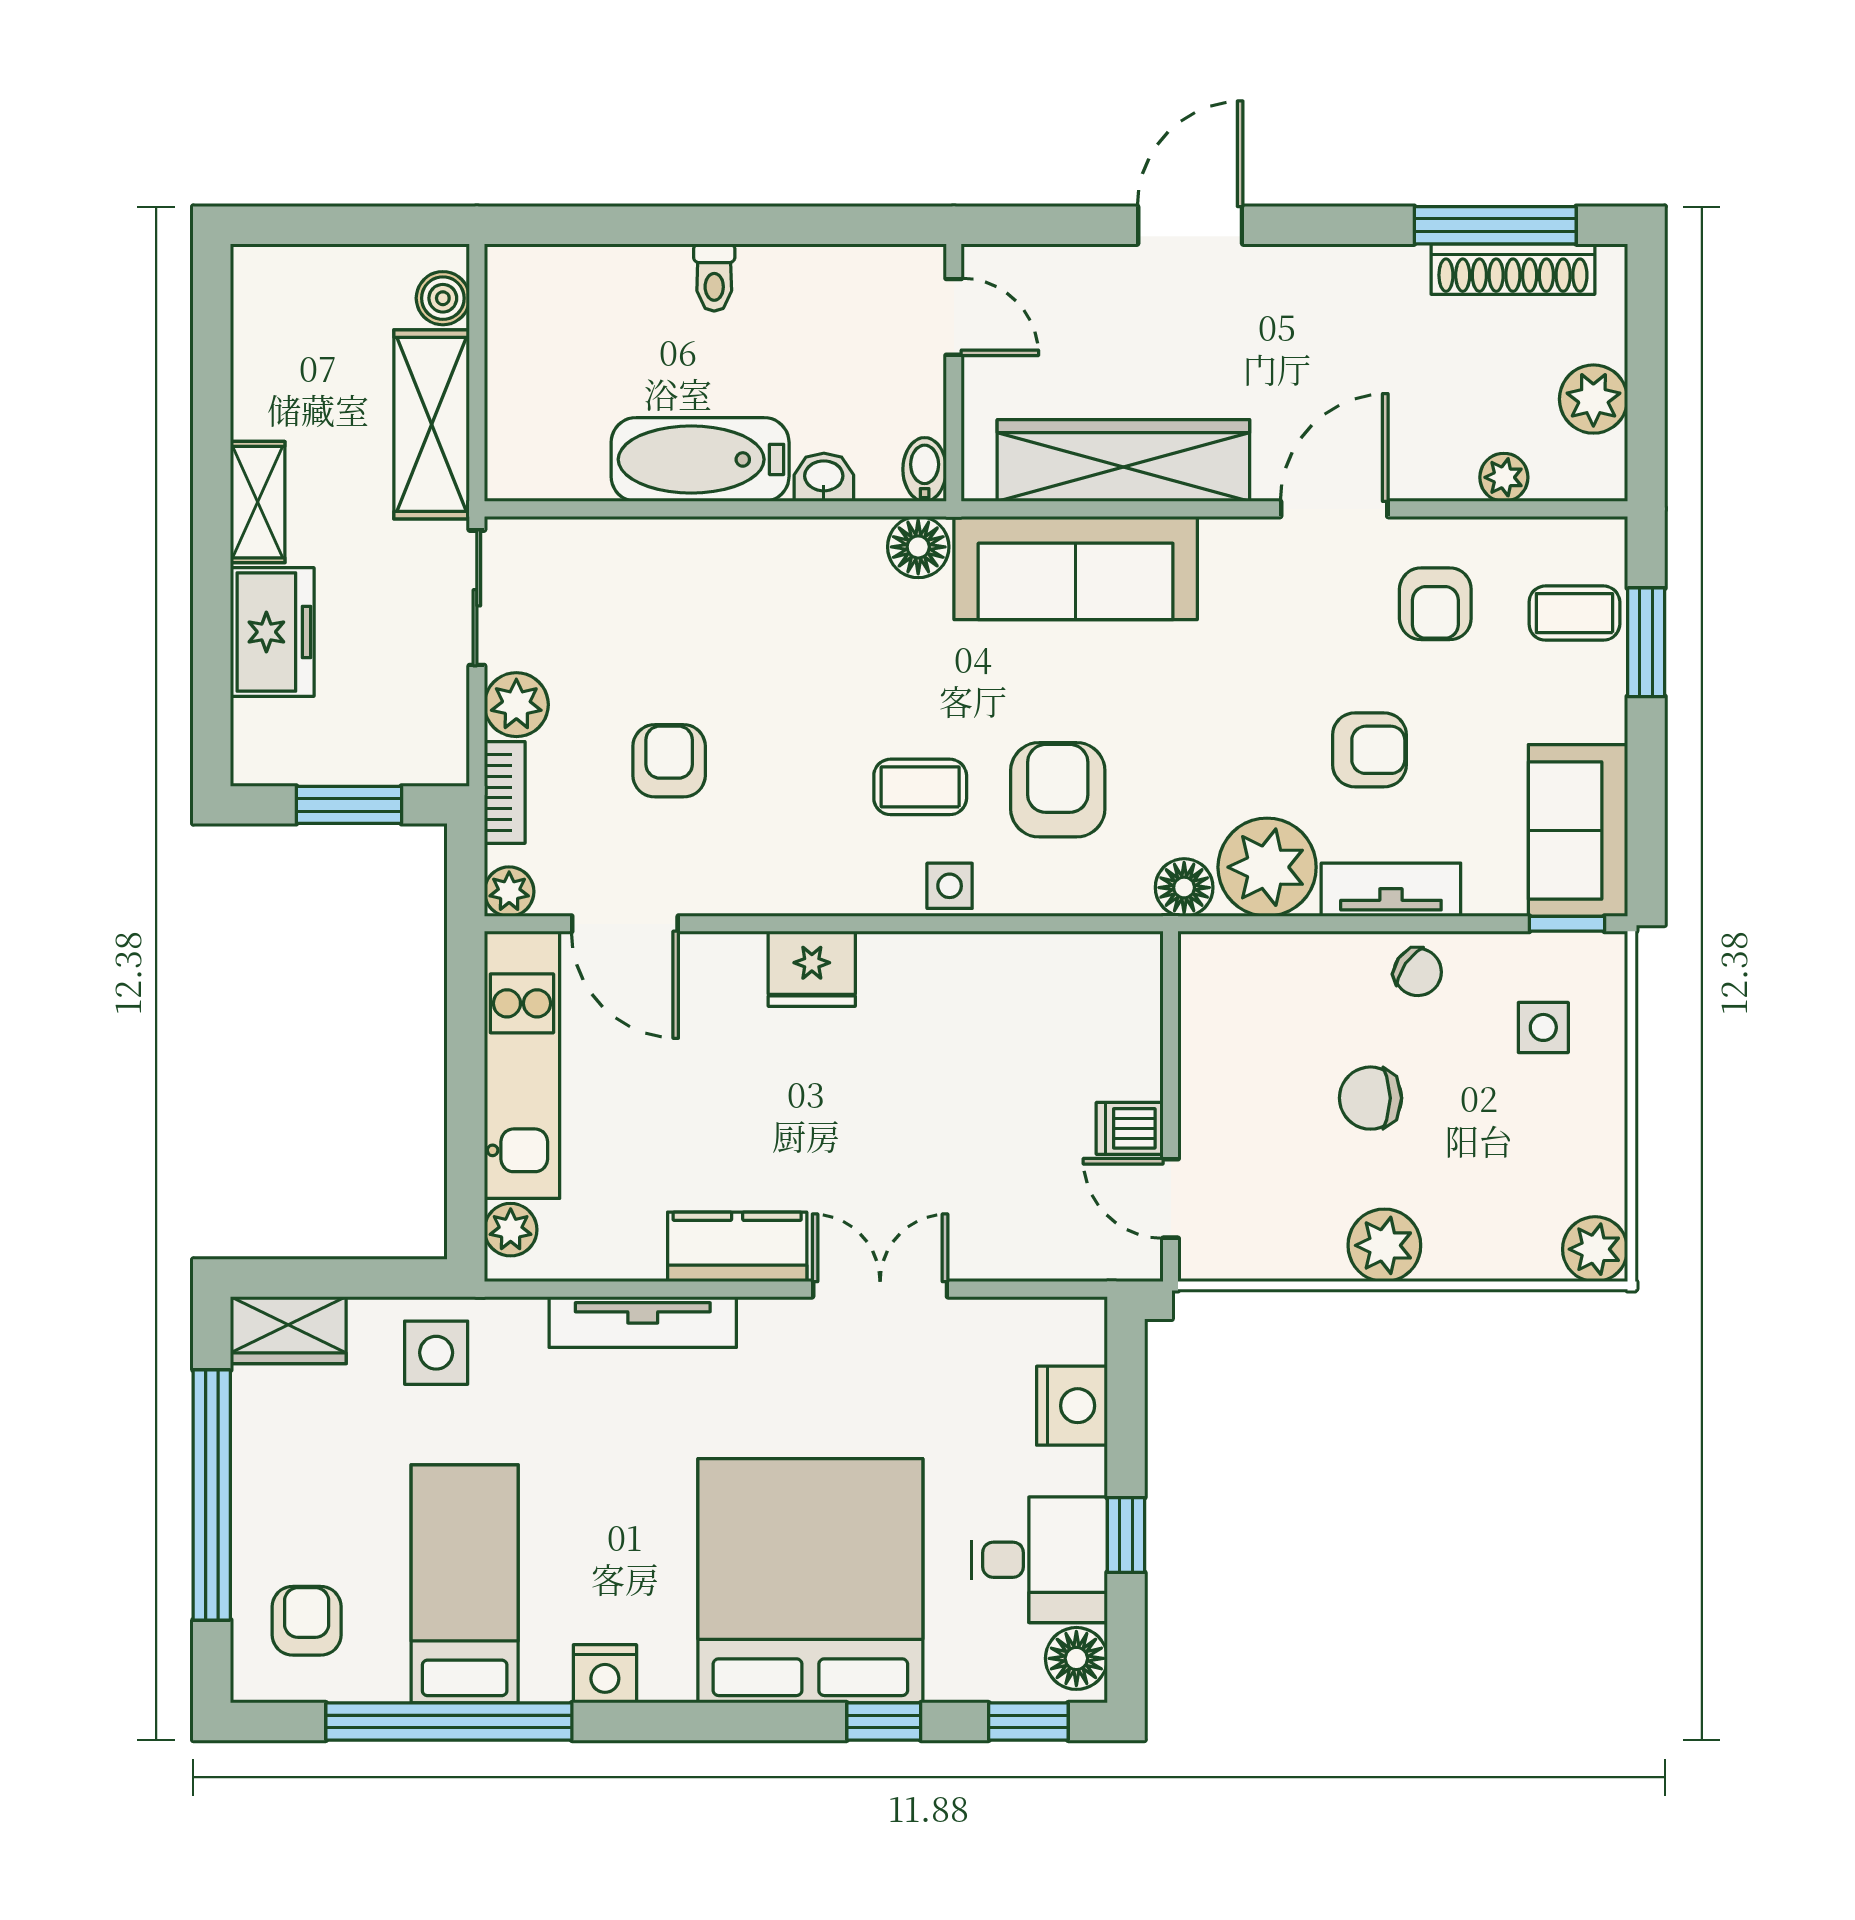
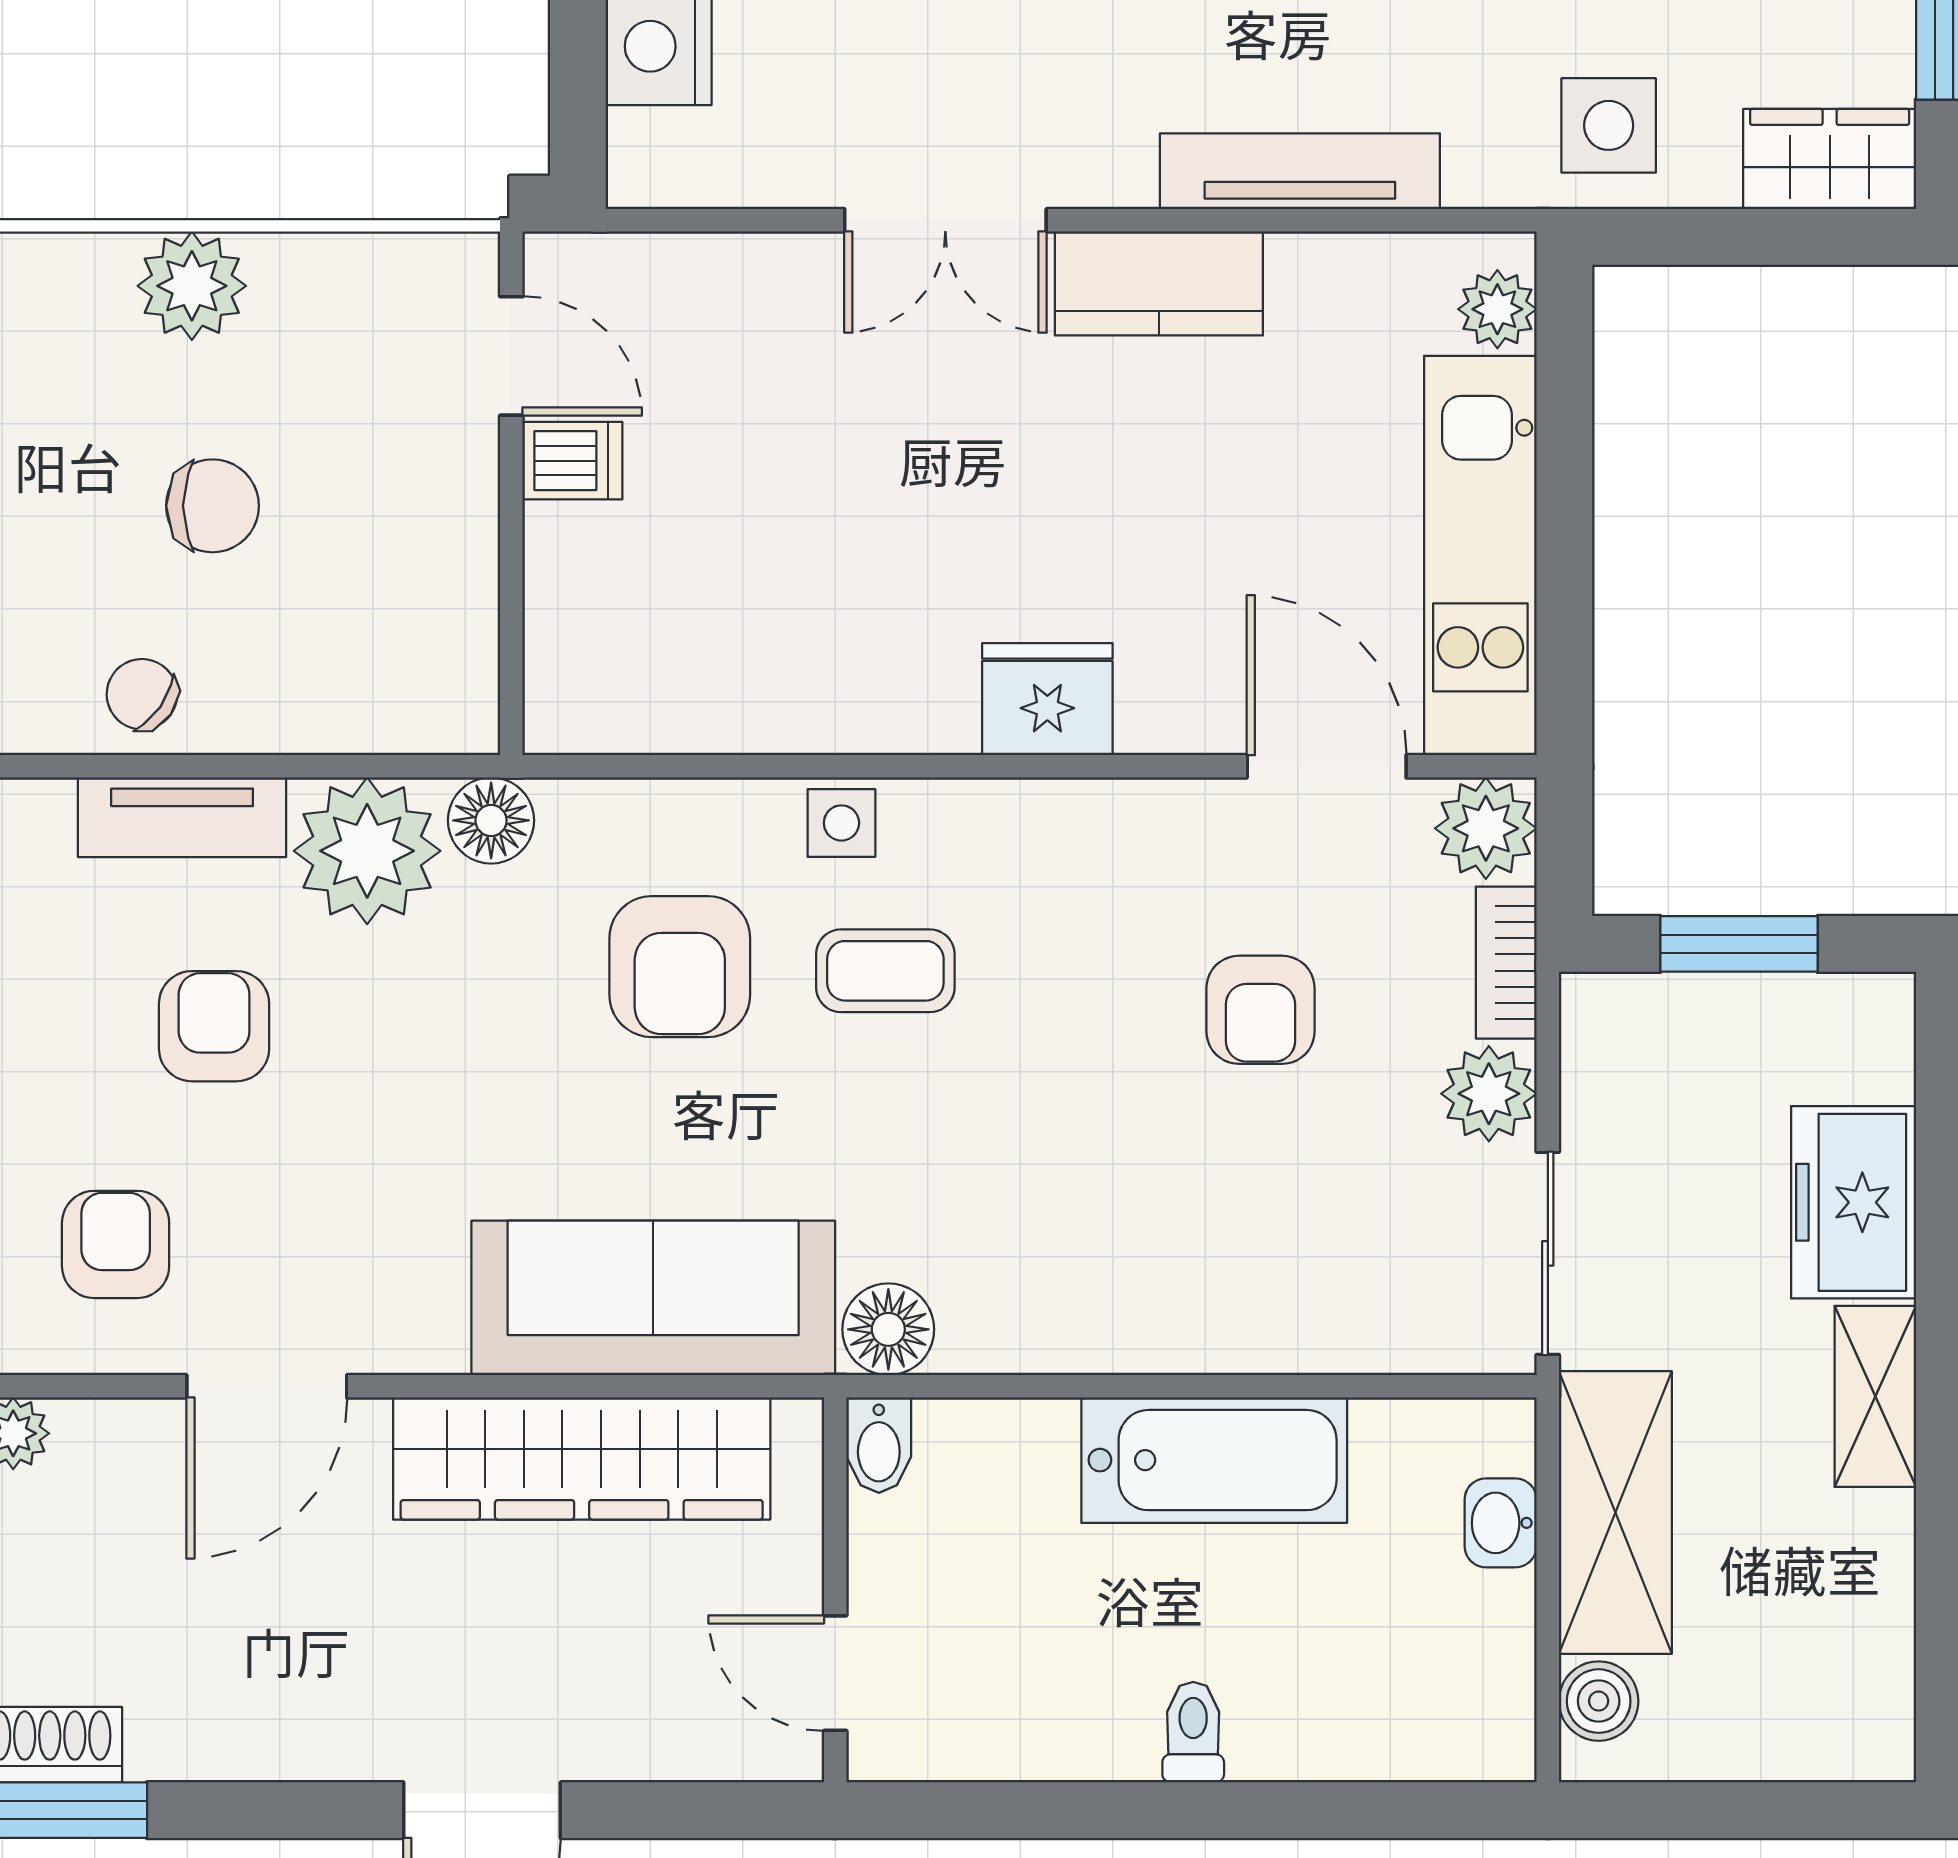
washbasin: (824, 477) -> (1501, 1523), moved, turned 90
armchair: (1369, 750) -> (214, 1026), turned 90
plant: (509, 892) -> (1486, 828), width x1.38, depth x1.38

